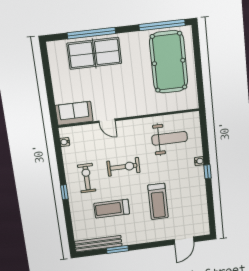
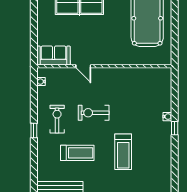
weight bench: (170, 138) -> (141, 91), removed
exercise bike: (123, 167) -> (94, 113), turned 180
treadmill: (112, 209) -> (77, 153), turned 180

